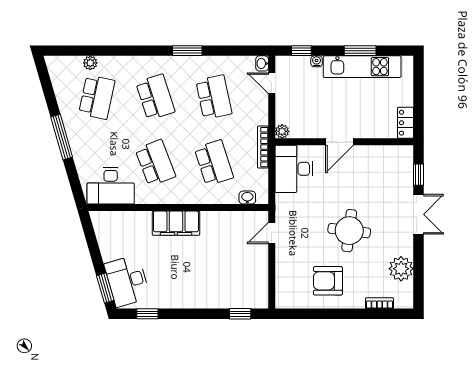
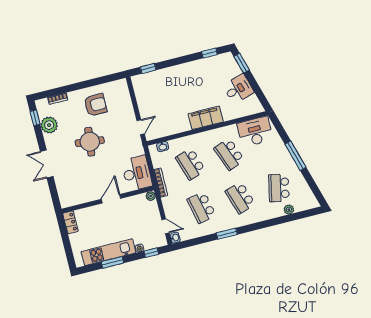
window: (418, 175) -> (35, 118), moved
desk: (127, 281) -> (238, 89), moved, width x0.73

